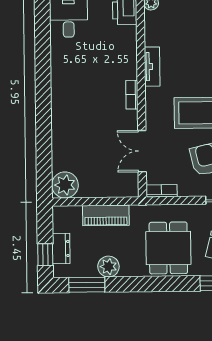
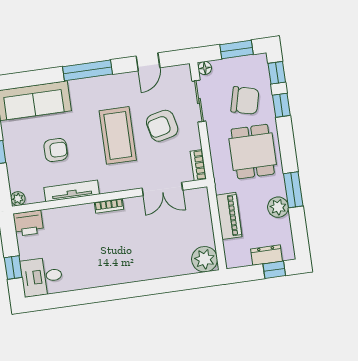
armchair: (196, 48) -> (56, 150), added
tv unit: (152, 67) -> (72, 191), width x1.41
dining table: (168, 248) -> (253, 152), turned 90
window: (87, 285) -> (293, 190), moved

